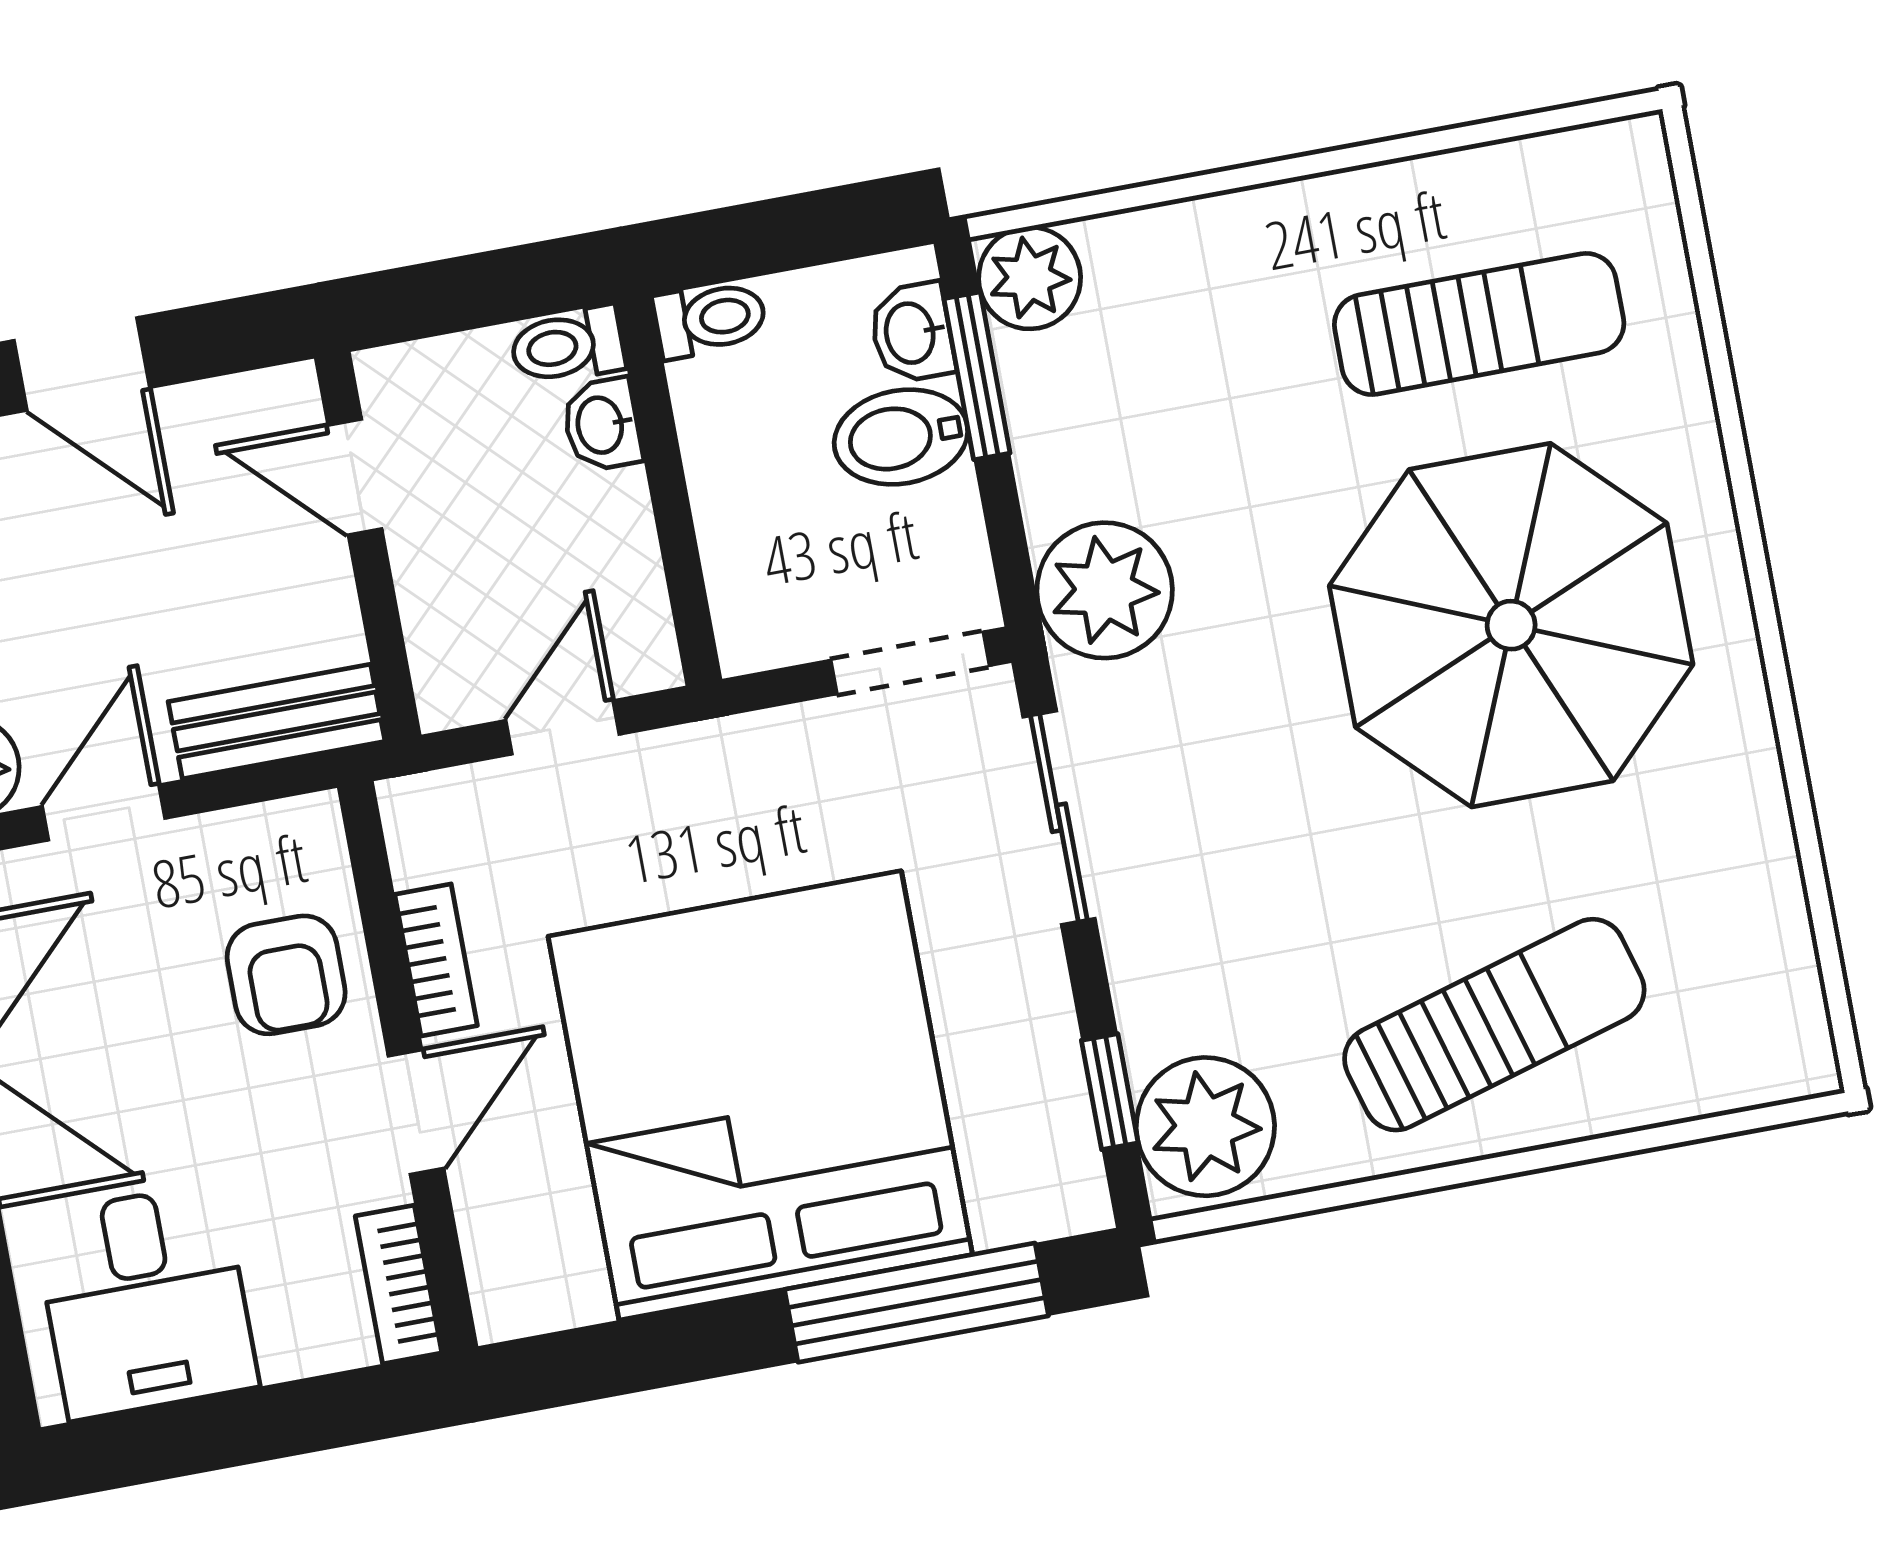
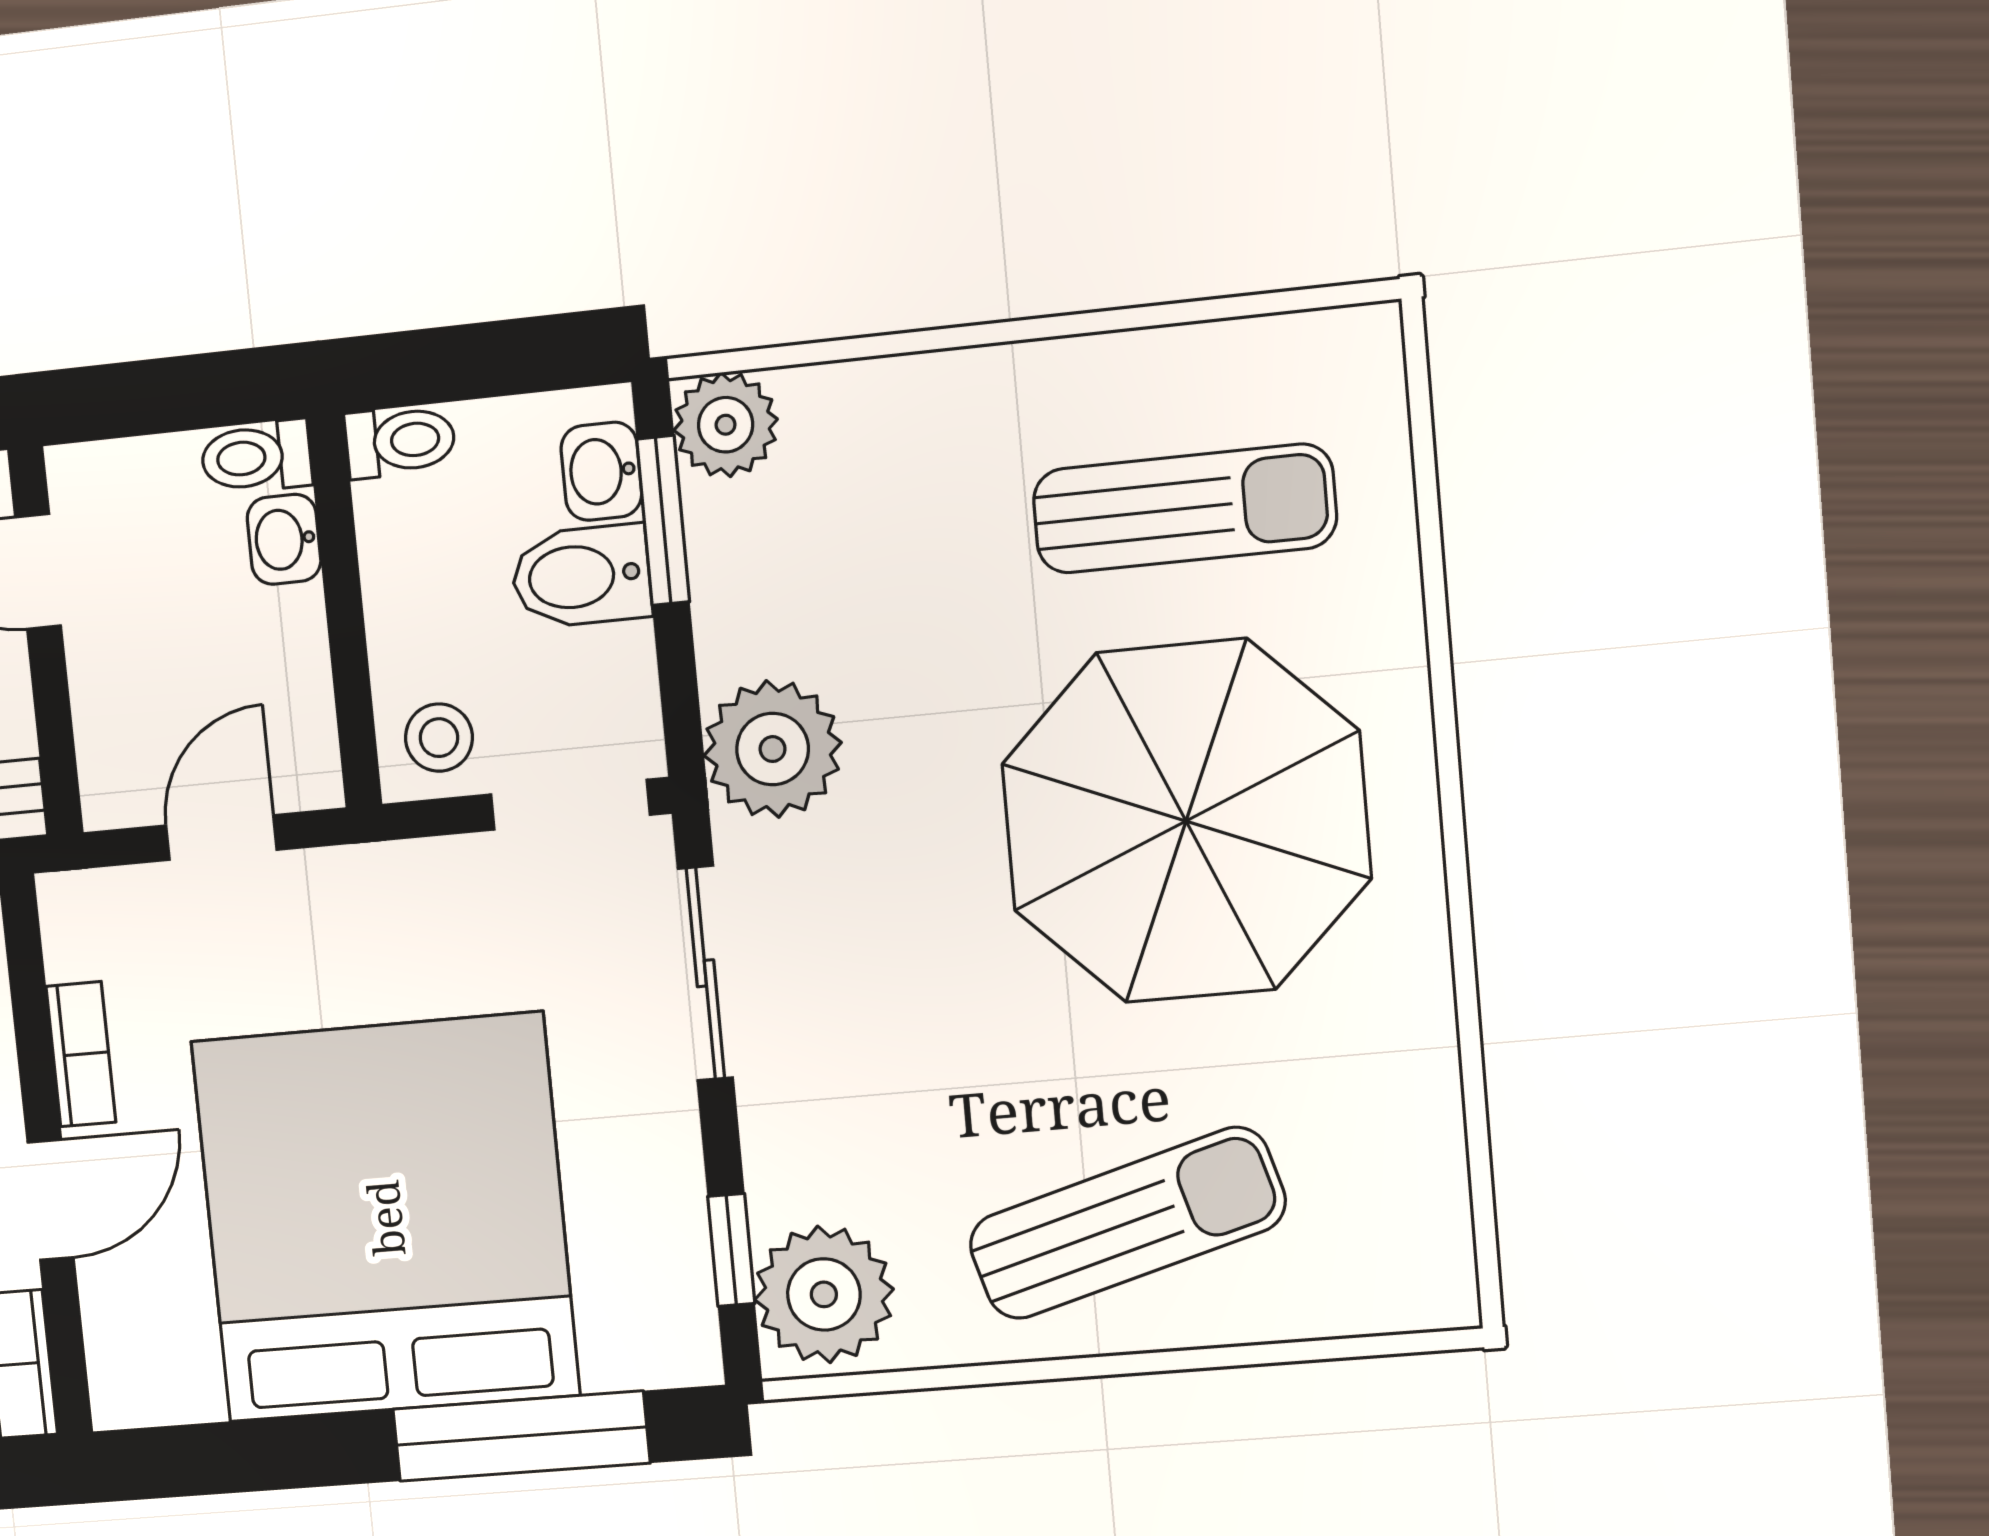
stool: (774, 608) -> (439, 738), added

